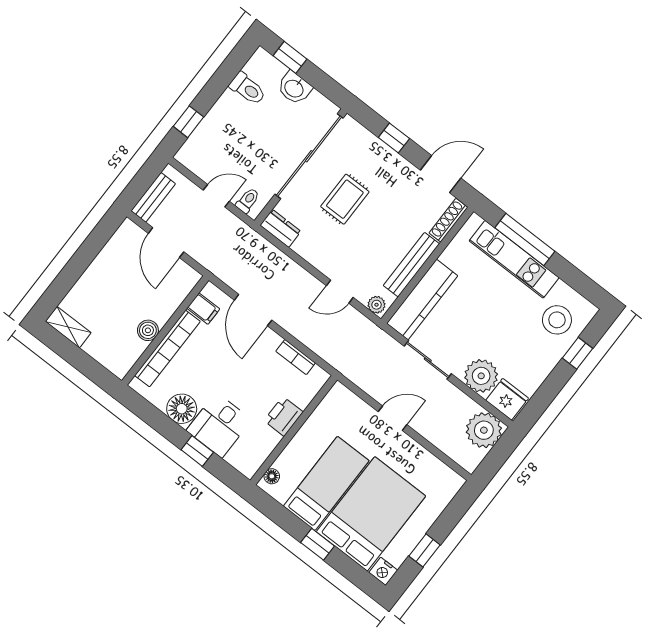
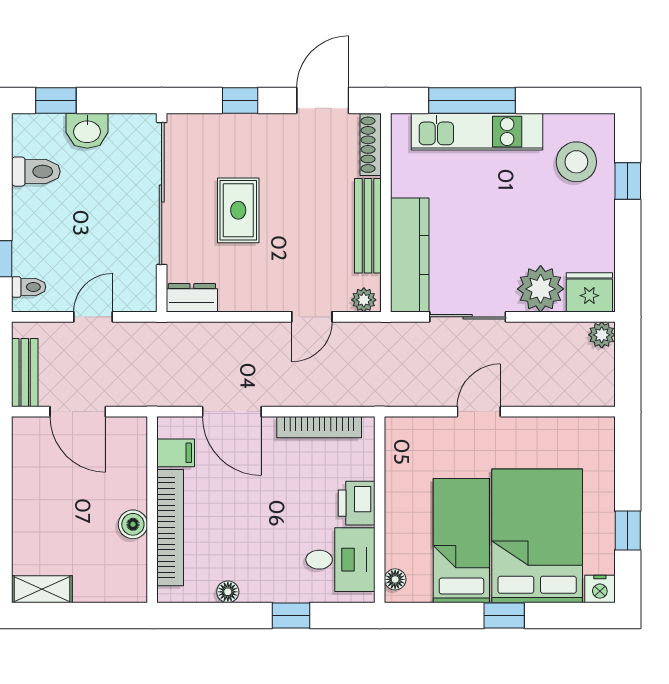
toilet: (248, 200) -> (29, 287), moved, turned 90
bookcase: (296, 357) -> (319, 427), width x1.56
floor lamp: (182, 409) -> (228, 592), width x0.53, depth x0.53
desk: (219, 425) -> (340, 560), moved, turned -90
plant: (484, 430) -> (602, 335), width x0.53, depth x0.53

